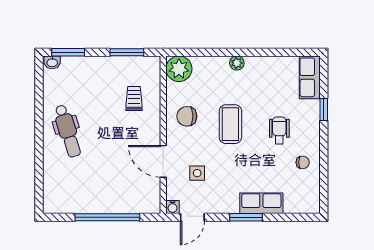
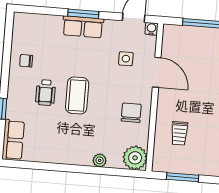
plant: (237, 63) -> (100, 160), moved
chair: (187, 116) -> (131, 113), turned -90
coffee table: (230, 124) -> (77, 95), moved
row of seats: (261, 203) -> (83, 27), moved

